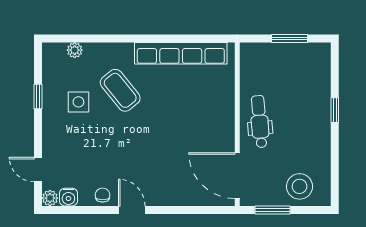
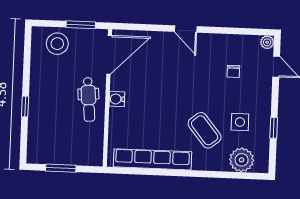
plant: (75, 50) -> (242, 160), width x1.88, depth x1.88
door: (237, 176) -> (109, 55), hinge flipped
chair: (103, 195) -> (233, 71), moved
water cooler: (68, 197) -> (117, 99), moved, turned -90
door: (132, 210) -> (186, 29), moved

